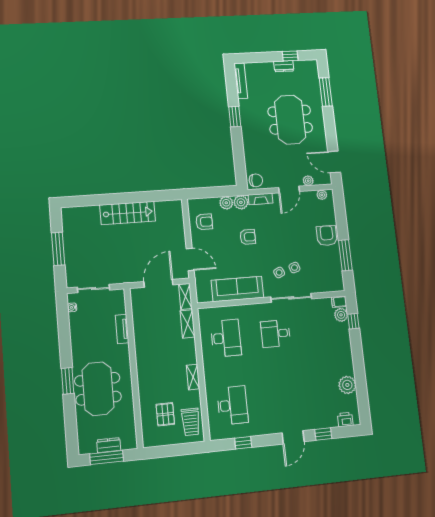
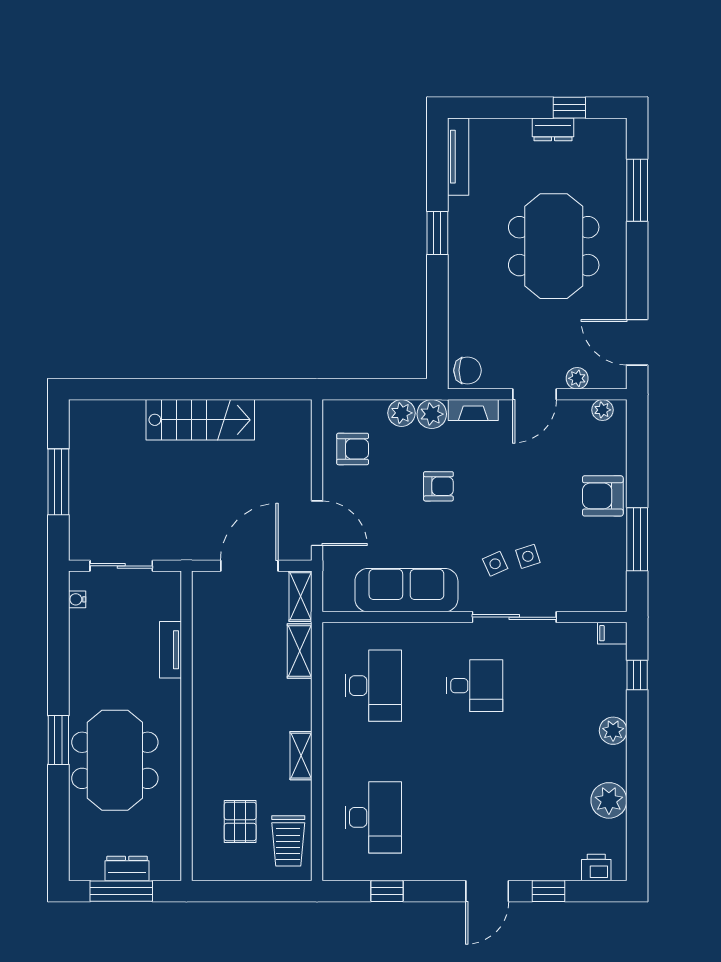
armchair: (327, 236) -> (603, 496), turned -90
plant: (341, 315) -> (613, 731), moved
desk: (276, 334) -> (474, 686), turned 180

